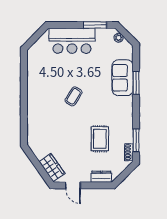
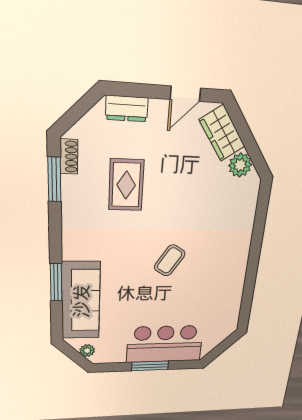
window: (95, 25) -> (150, 366), moved
sofa: (123, 78) -> (81, 301), width x1.36
plant: (40, 152) -> (240, 165), added
door: (73, 185) -> (185, 94), swing flipped

